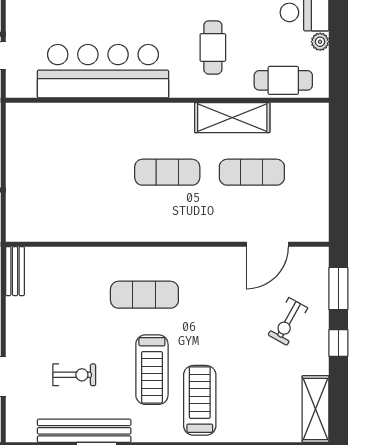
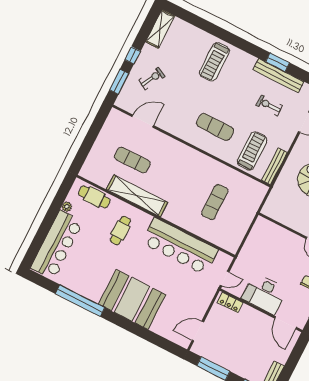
shelving: (232, 118) -> (137, 196), width x1.47
exercise mat: (167, 172) -> (215, 202), moved, turned 90
bench: (15, 271) -> (275, 166), width x1.36
treadmill: (152, 370) -> (252, 151), moved

